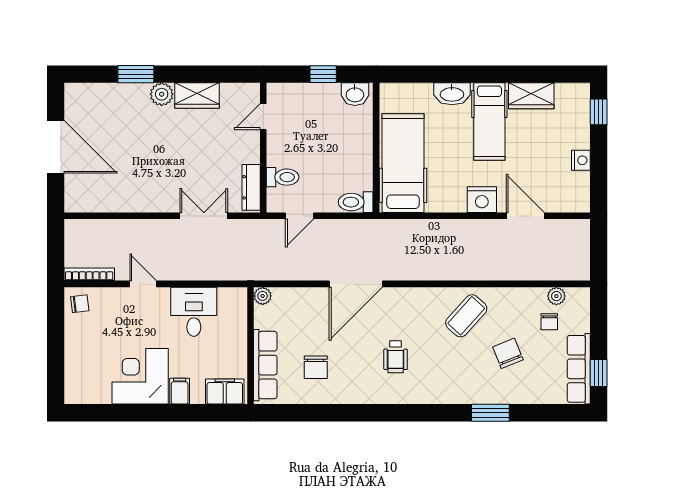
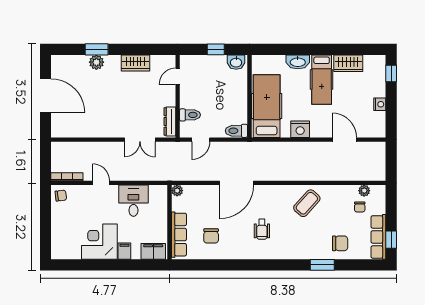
plant: (162, 94) -> (96, 62), moved
nightstand: (482, 200) -> (300, 129), moved
double door: (204, 216) -> (140, 140), swing flipped
chair: (508, 353) -> (340, 243), moved, turned 112

